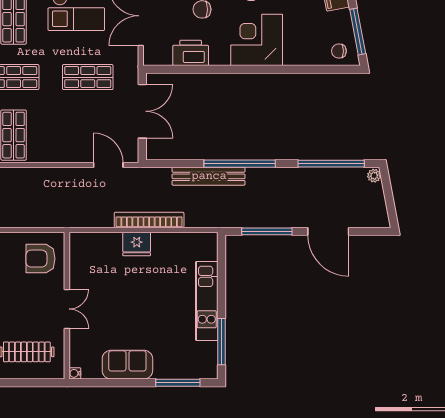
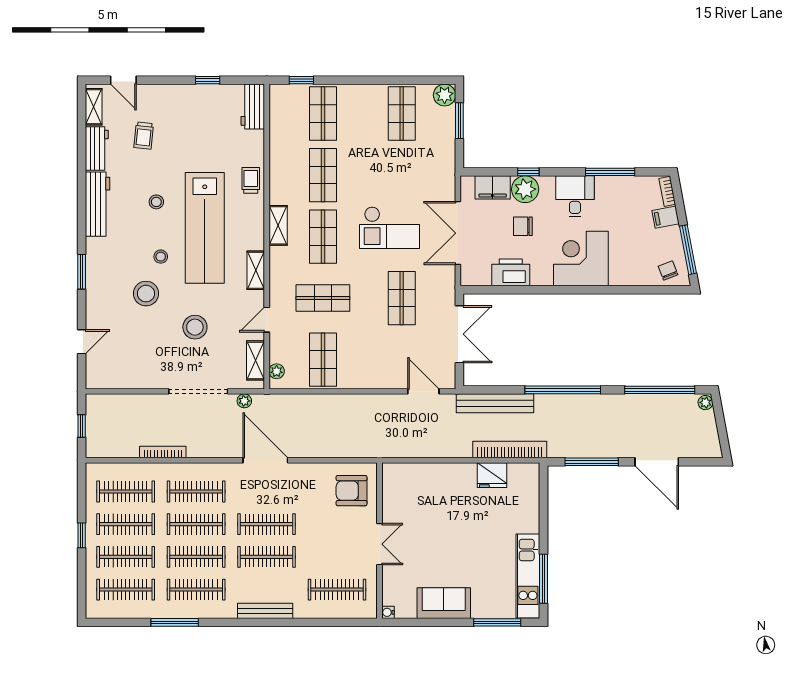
chair: (339, 51) -> (668, 270), turned 69
shop shelf: (88, 77) -> (402, 298), turned 90
bench: (209, 176) -> (495, 403), moved
bookcase: (149, 220) -> (510, 450), moved
fridge: (137, 244) -> (492, 475), moved
kitchen unit: (207, 301) -> (528, 576), moved

